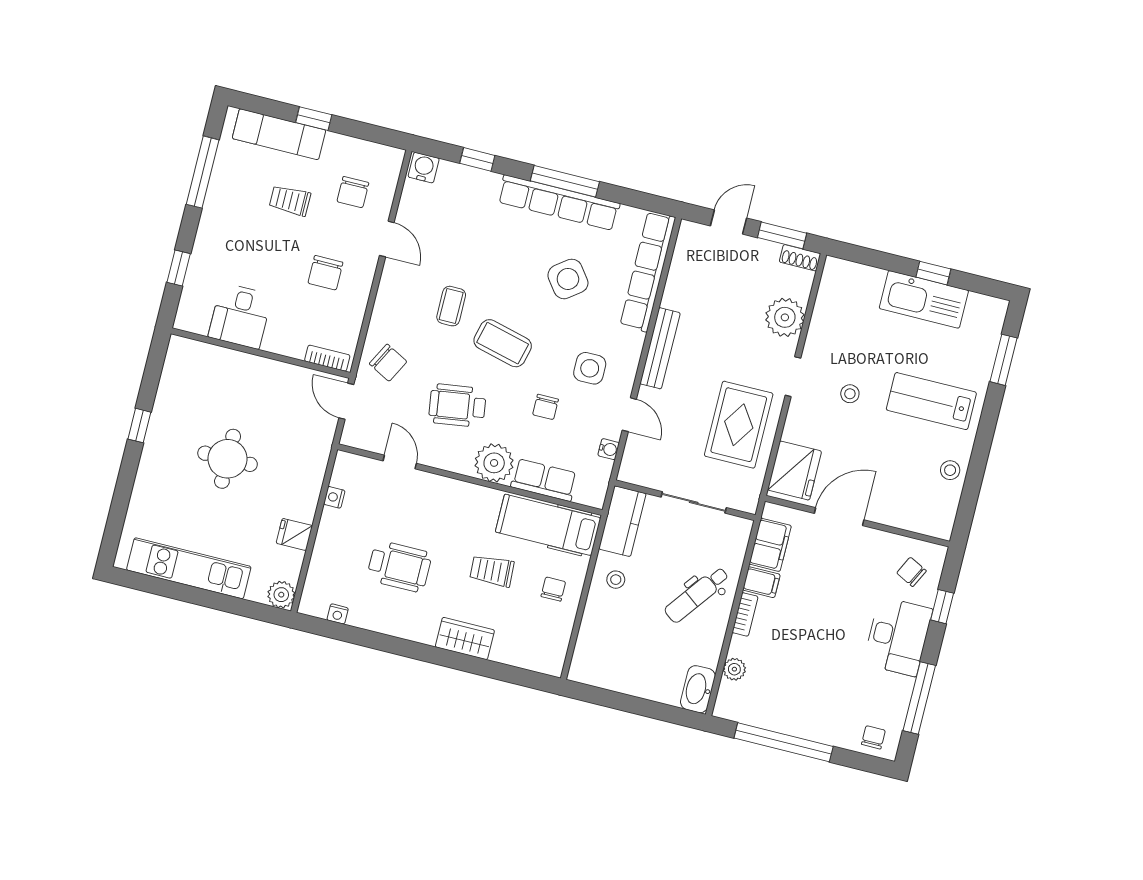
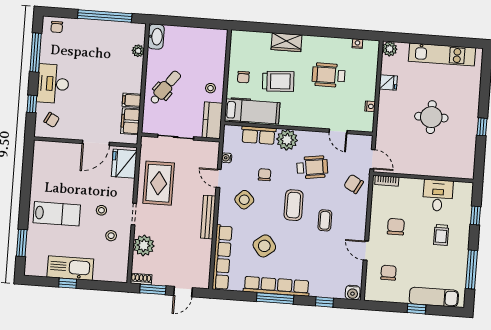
trolley: (290, 200) -> (441, 235), moved, turned 90
coffee table: (503, 343) -> (294, 205), turned 76
side table: (590, 368) -> (244, 200), turned 45
stool: (950, 470) -> (111, 236), moved
trolley: (492, 571) -> (278, 81), width x1.36, depth x1.39
bookcase: (745, 614) -> (138, 81), removed

